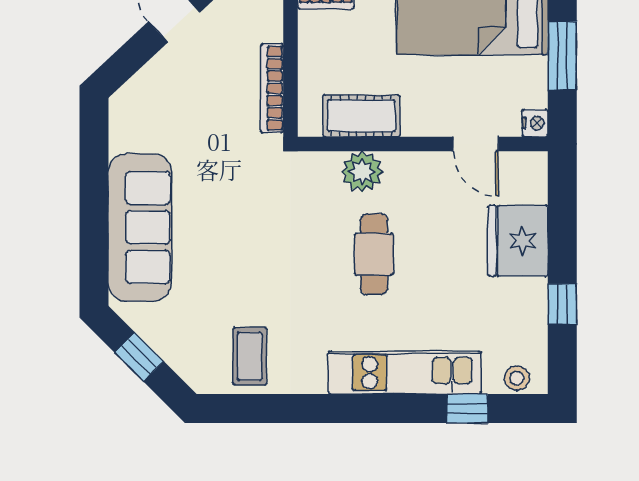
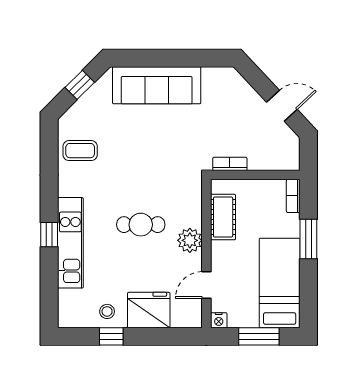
bookcase: (272, 88) -> (230, 164), width x0.64
plant: (362, 172) -> (190, 240), moved
stool: (517, 378) -> (107, 311), moved
window: (467, 408) -> (49, 235), moved

